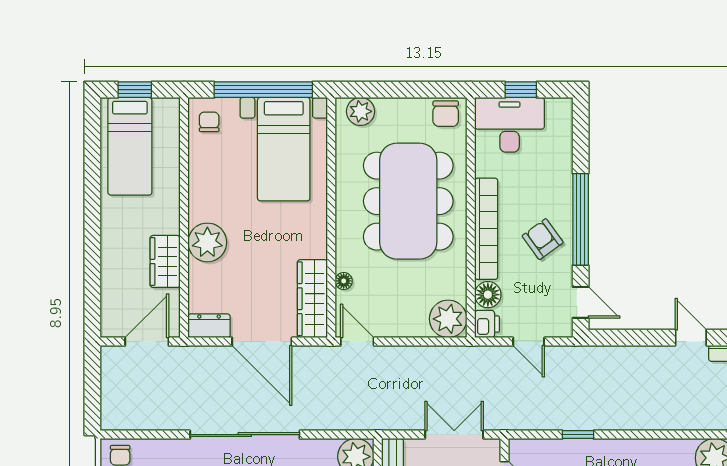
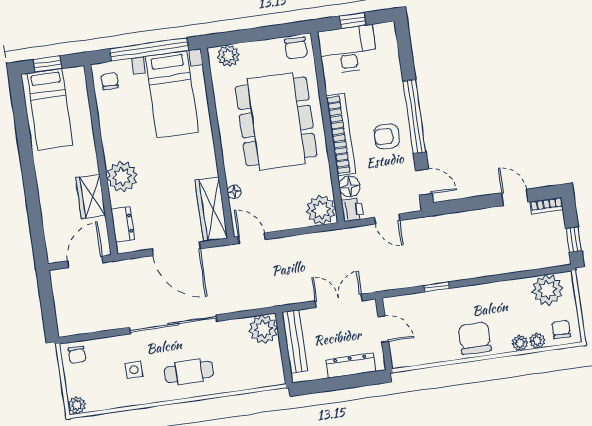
armchair: (543, 239) -> (387, 136), turned -54
dresser: (209, 326) -> (123, 224), moved, turned 90

